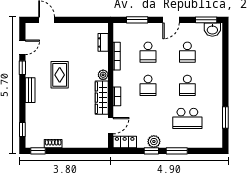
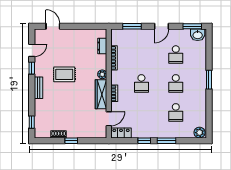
school desk: (148, 52) -> (141, 55), removed
rug: (60, 75) -> (64, 74), turned 90
school desk: (187, 118) -> (176, 112), width x0.54
window: (225, 118) -> (209, 80), moved
plant: (154, 142) -> (199, 133), moved
window: (38, 151) -> (71, 141), moved

